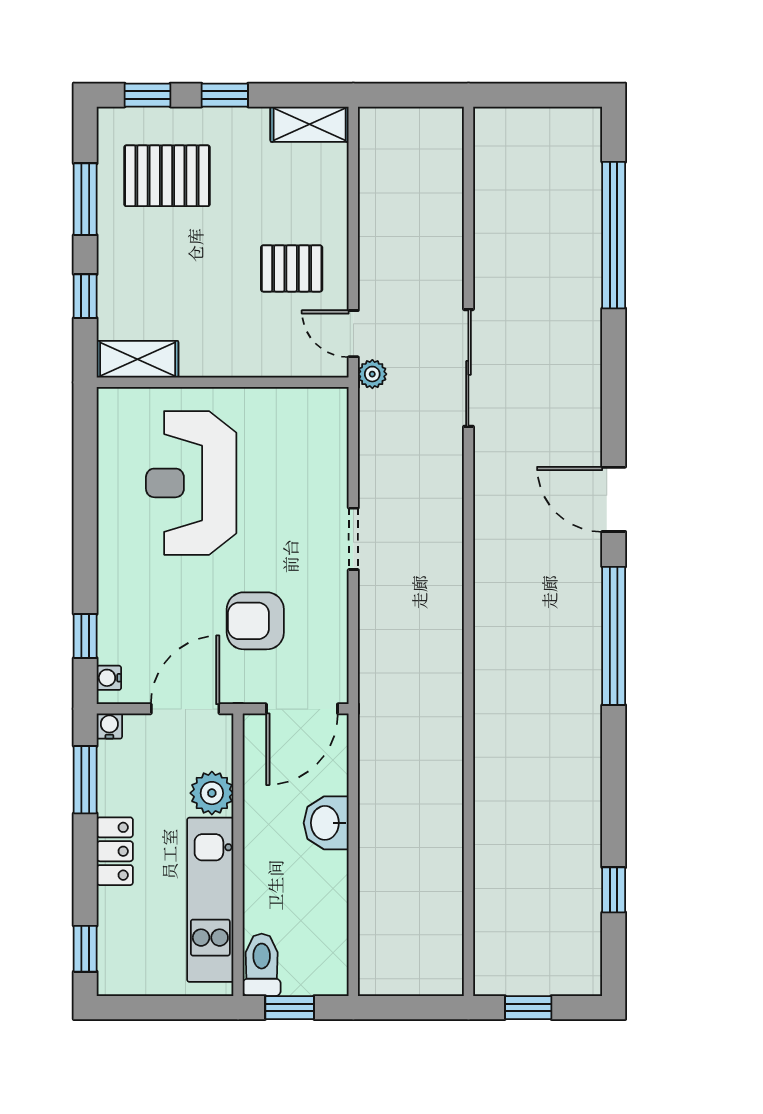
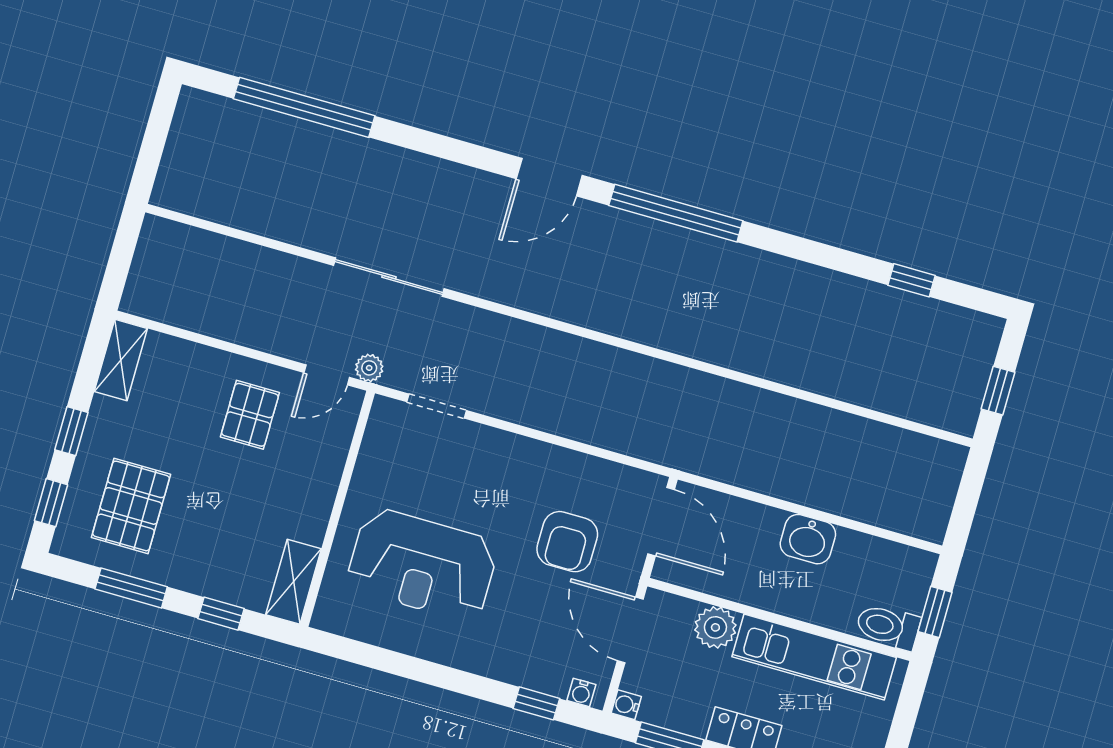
doorway: (353, 539) -> (437, 406), moved
washbasin: (326, 823) -> (808, 539), moved

